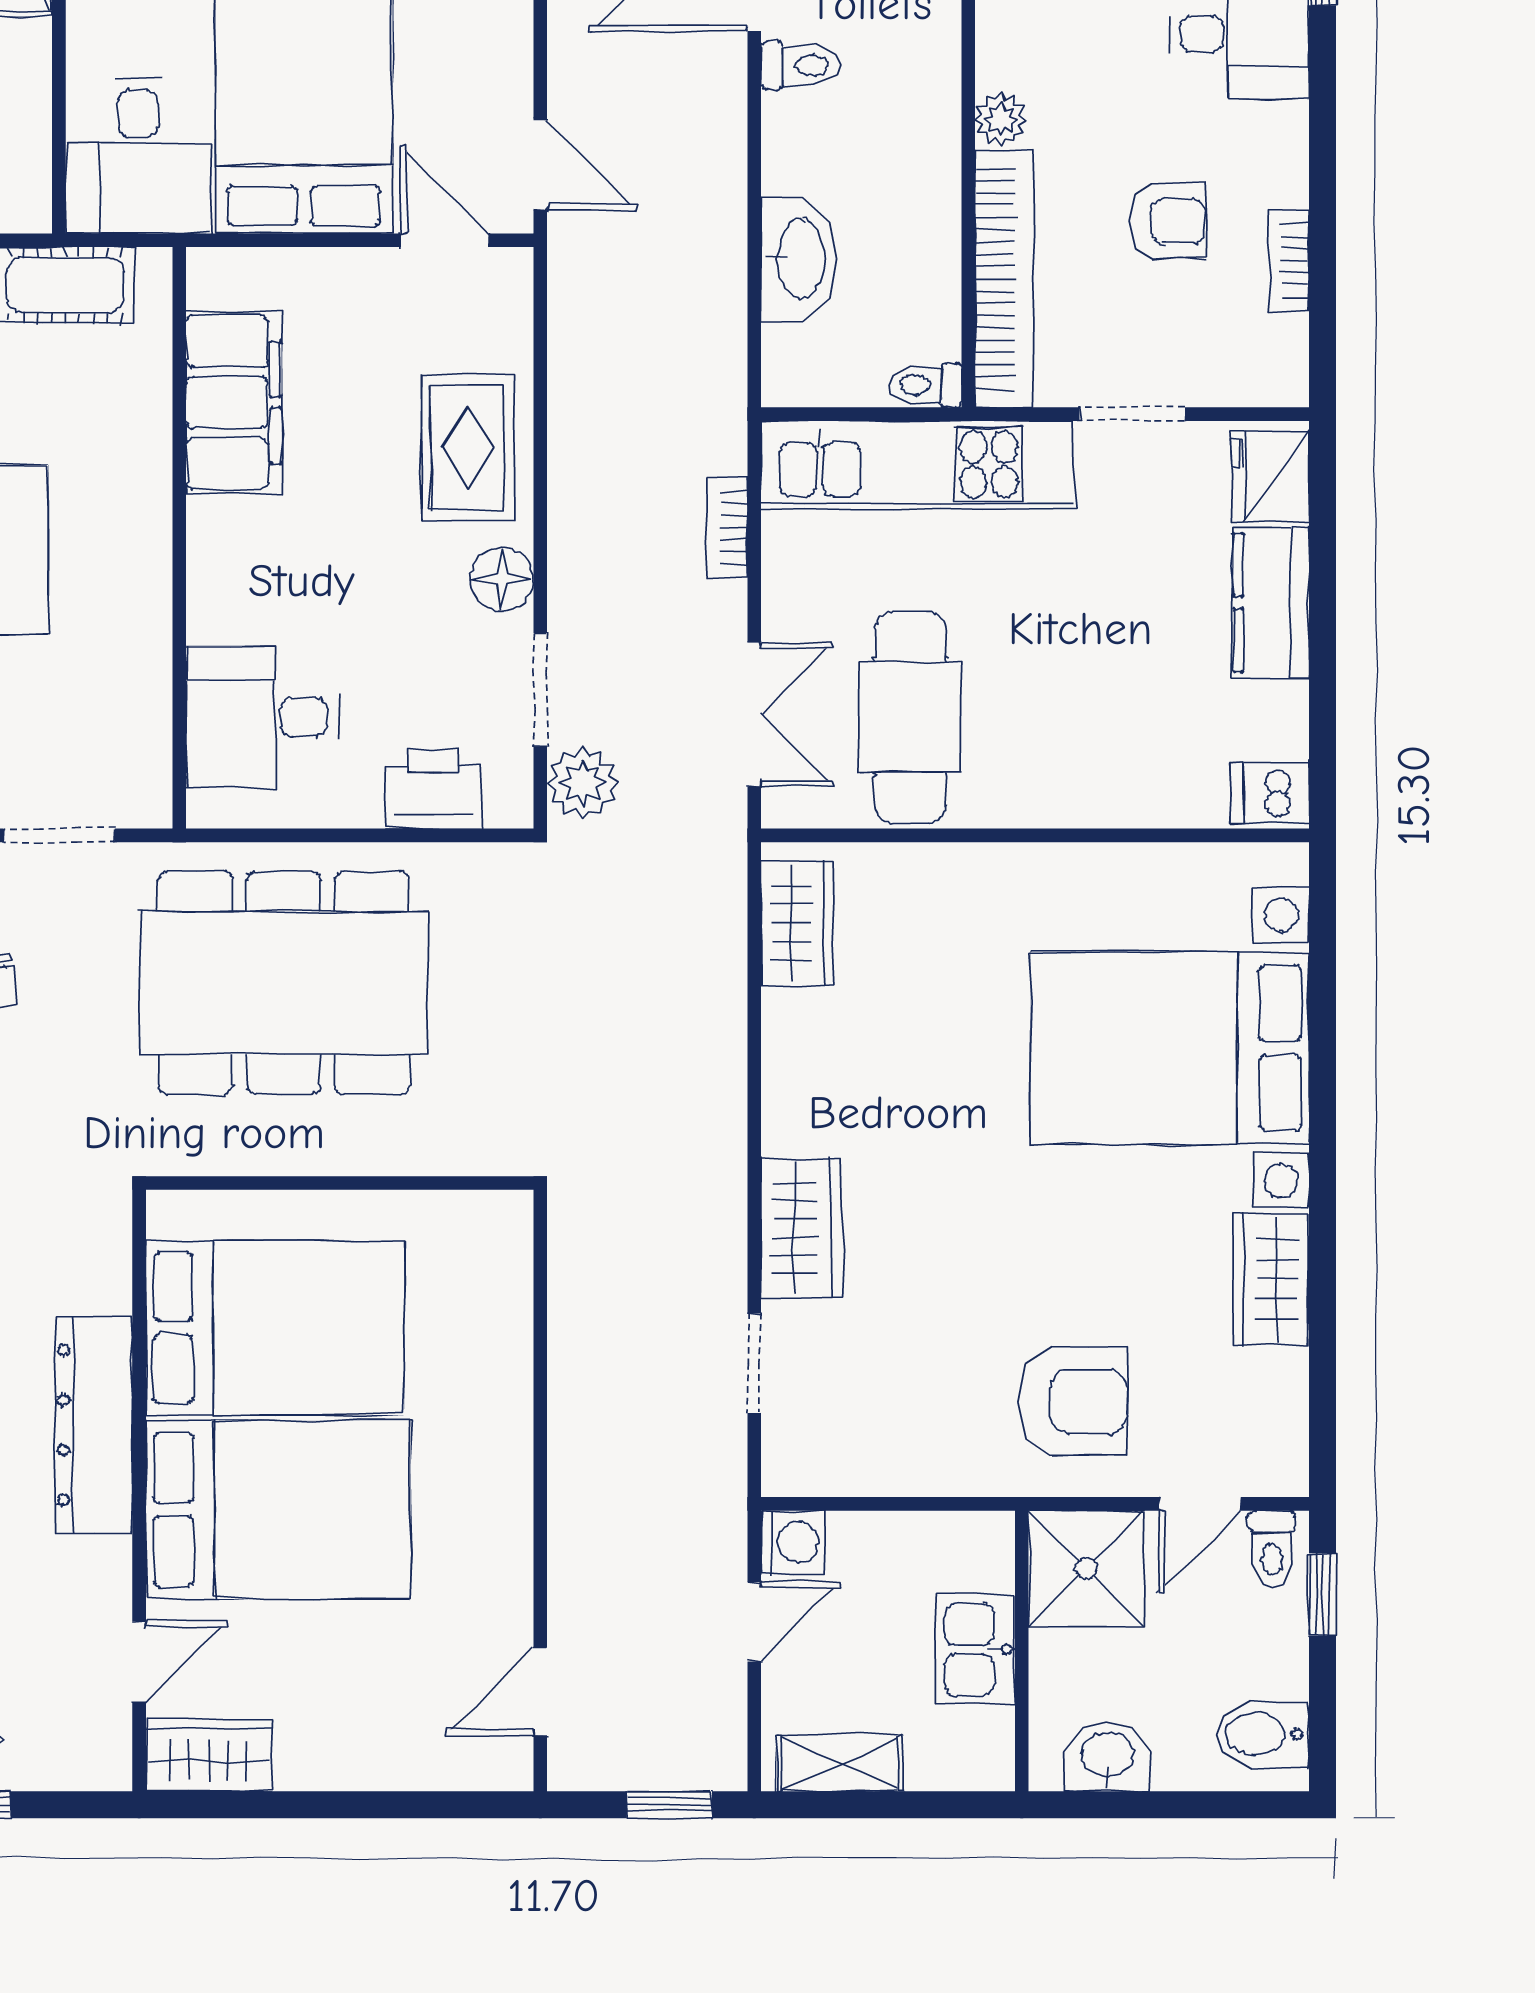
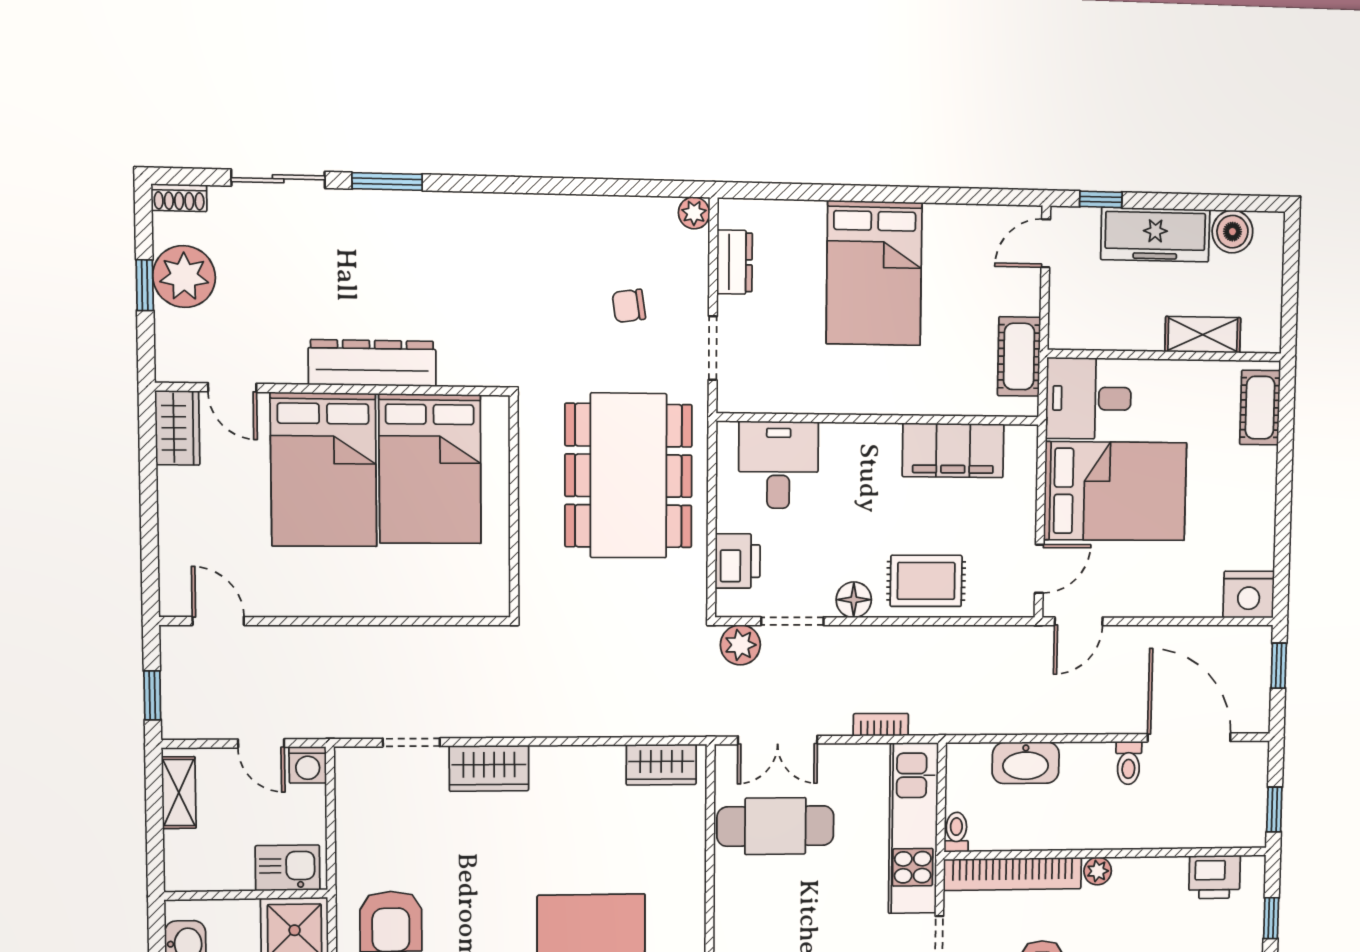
kitchen sink: (975, 1650) -> (288, 868), moved

